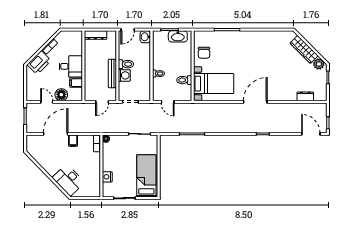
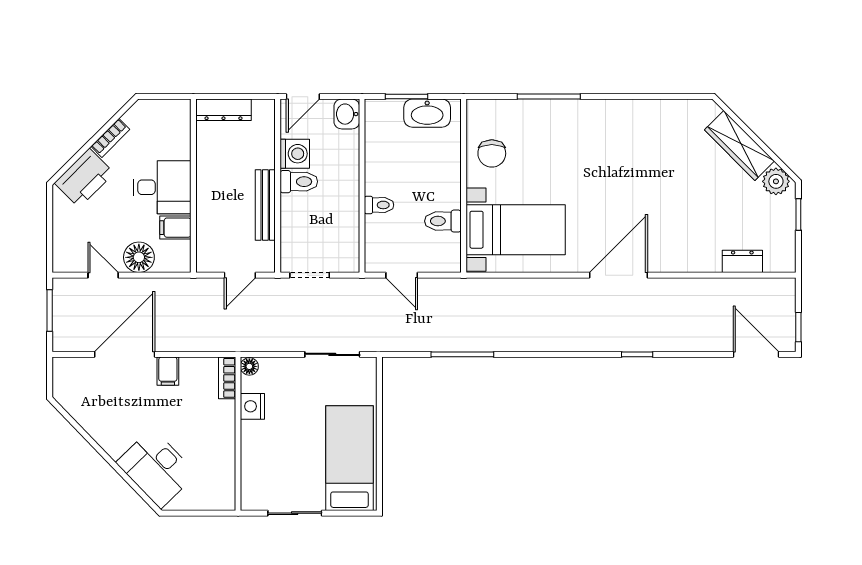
washing machine: (124, 75) -> (295, 154), moved
nightstand: (107, 177) -> (252, 406), moved

